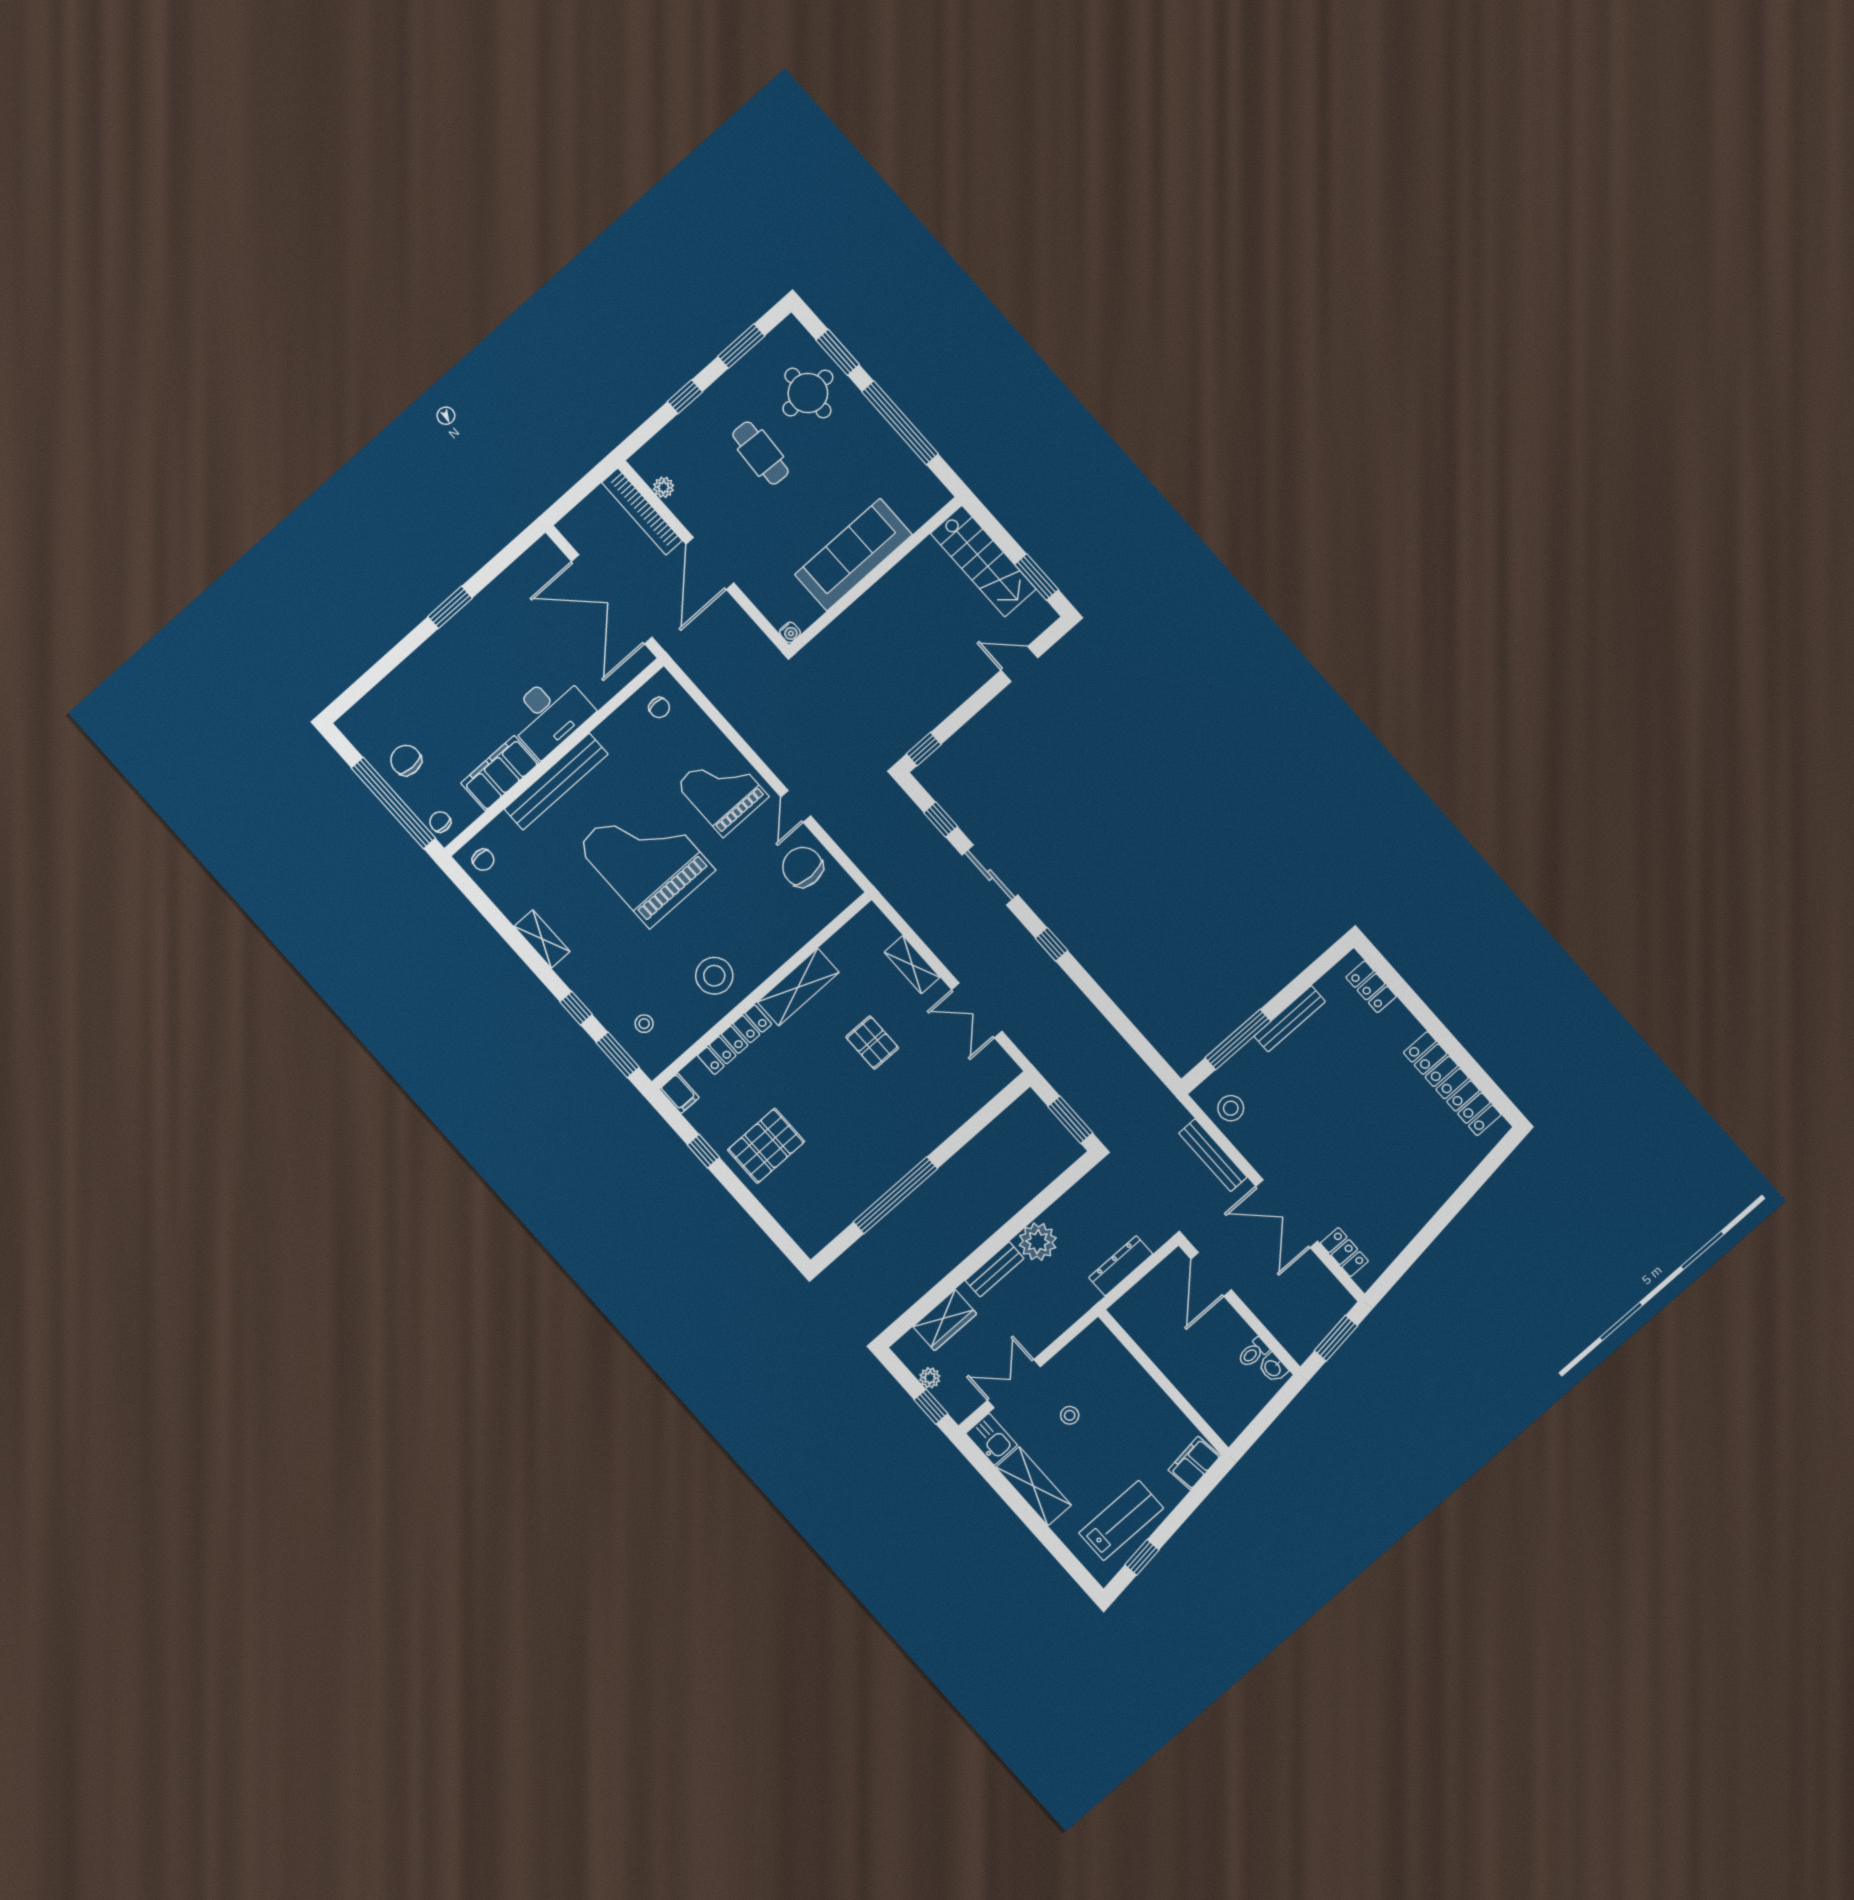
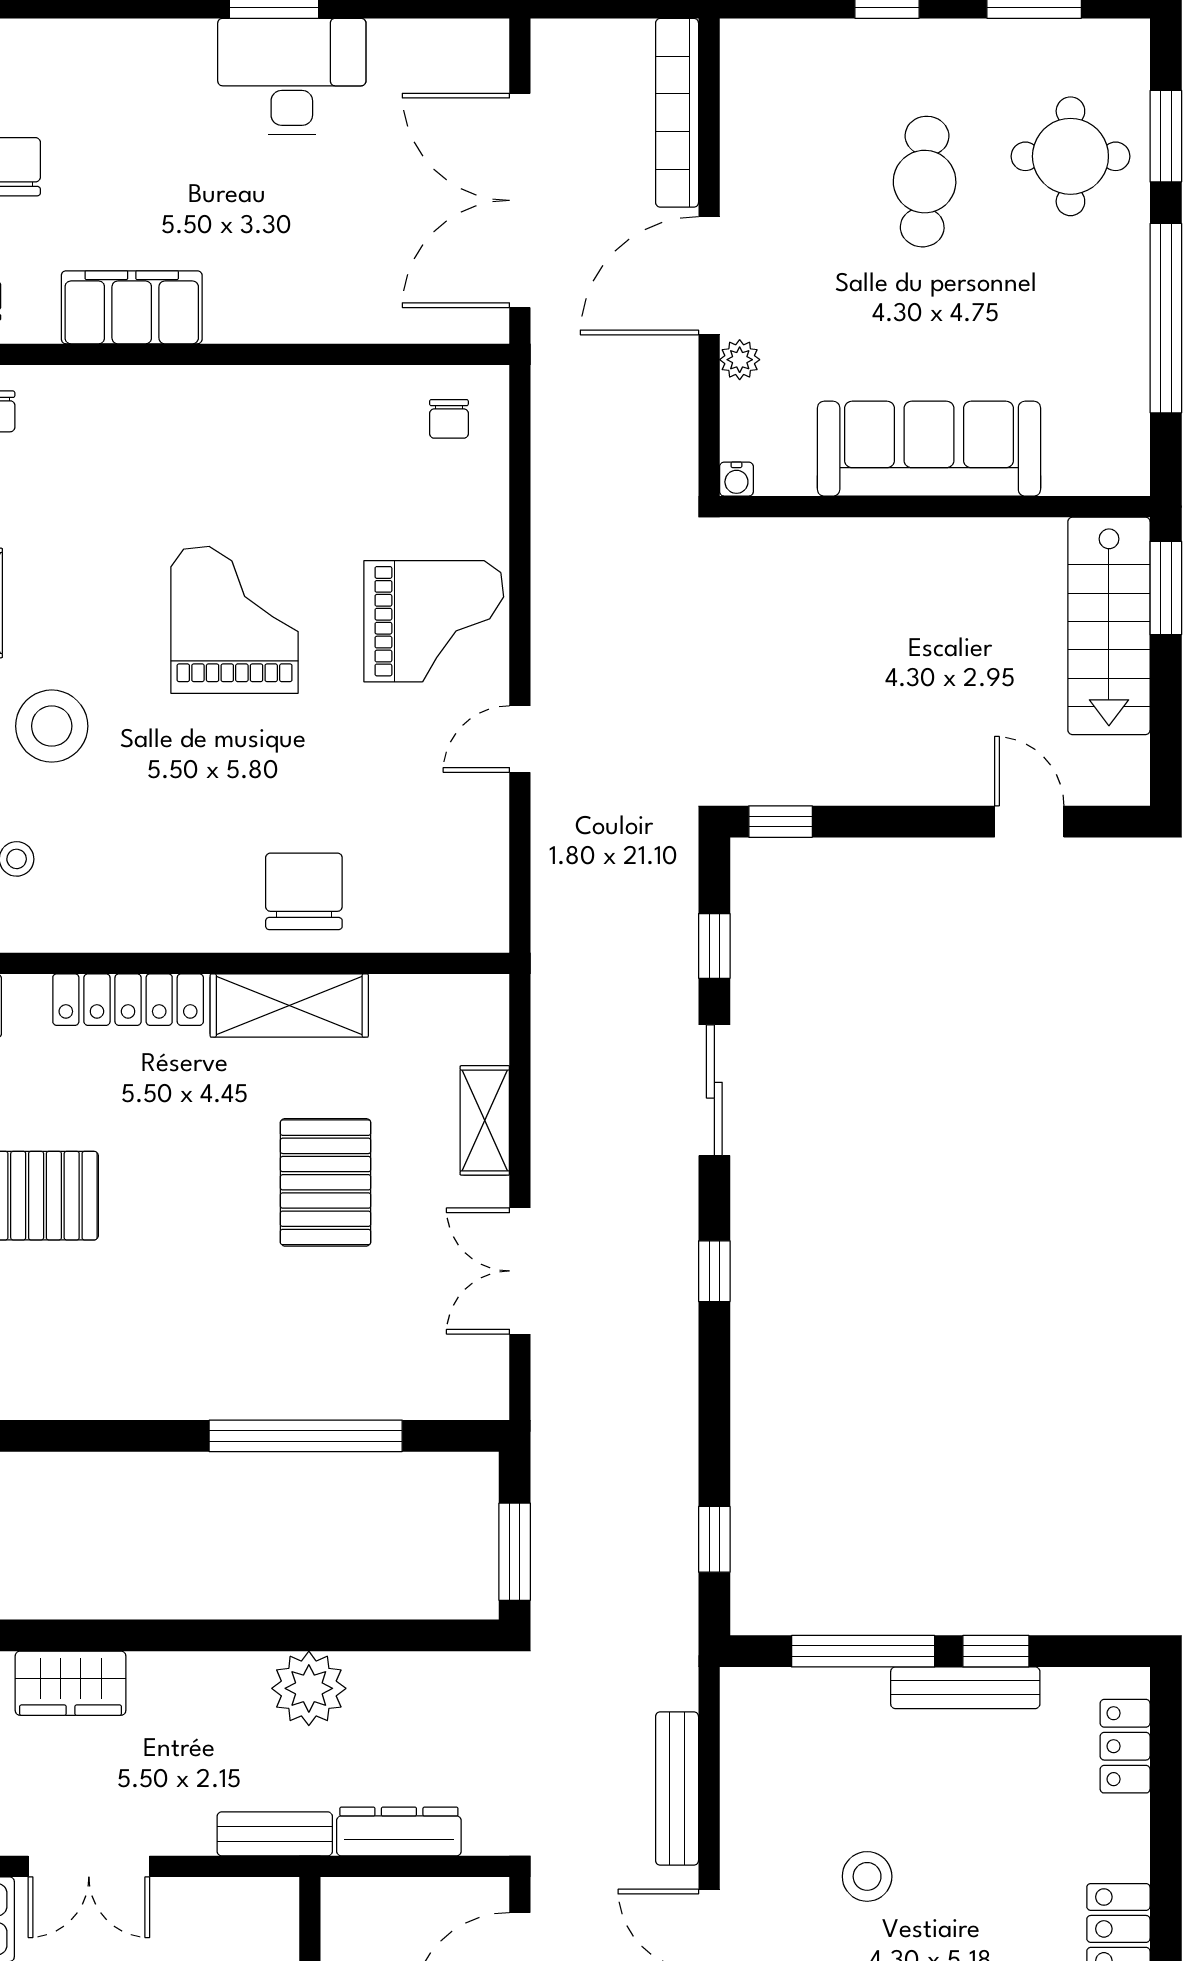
plant: (664, 487) -> (740, 360), moved
window: (1037, 577) -> (1166, 588), moved
desk: (549, 714) -> (292, 76), moved, turned 180
bench: (556, 782) -> (203, 393), removed
grand piano: (722, 791) -> (434, 621), turned 90
grand piano: (646, 858) -> (235, 620), width x0.73, depth x0.68
chair: (803, 867) -> (304, 891), moved
stool: (714, 976) -> (52, 726), moved
window: (1289, 994) -> (996, 1651), added
pallet: (872, 1043) -> (326, 1182), width x1.50, depth x1.42
window: (1143, 1047) -> (714, 1539), added
stool: (1231, 1108) -> (867, 1876), moved
window: (895, 1195) -> (306, 1436), moved
bench: (995, 1269) -> (275, 1834), moved
double door: (1014, 1384) -> (89, 1866), swing flipped

